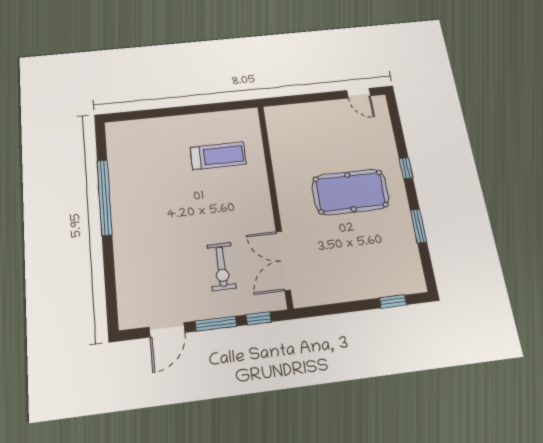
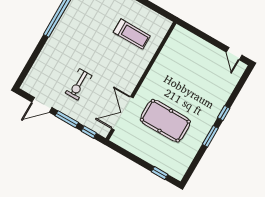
pool table: (351, 192) -> (165, 121), moved
window: (419, 226) -> (210, 136), moved
exercise bike: (222, 266) -> (79, 84), moved

